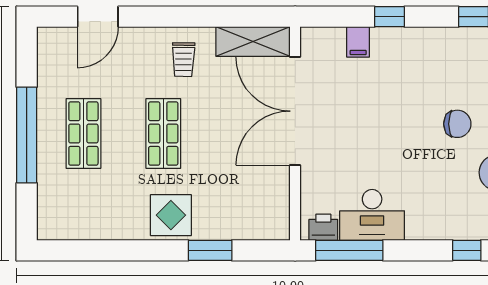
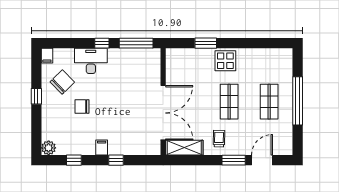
window: (154, 17) -> (234, 160), added
filing cabinet: (358, 42) -> (102, 147), moved
desk: (372, 215) -> (91, 61), moved
printer: (323, 227) -> (149, 55), removed
window: (467, 250) -> (102, 43), moved

